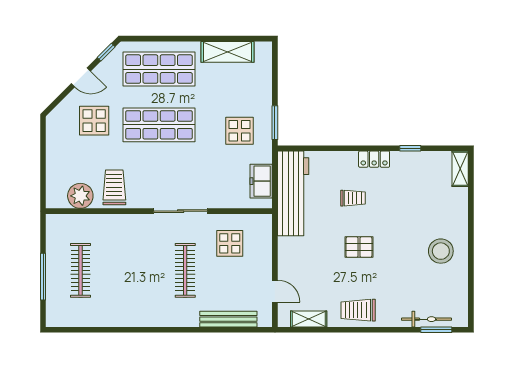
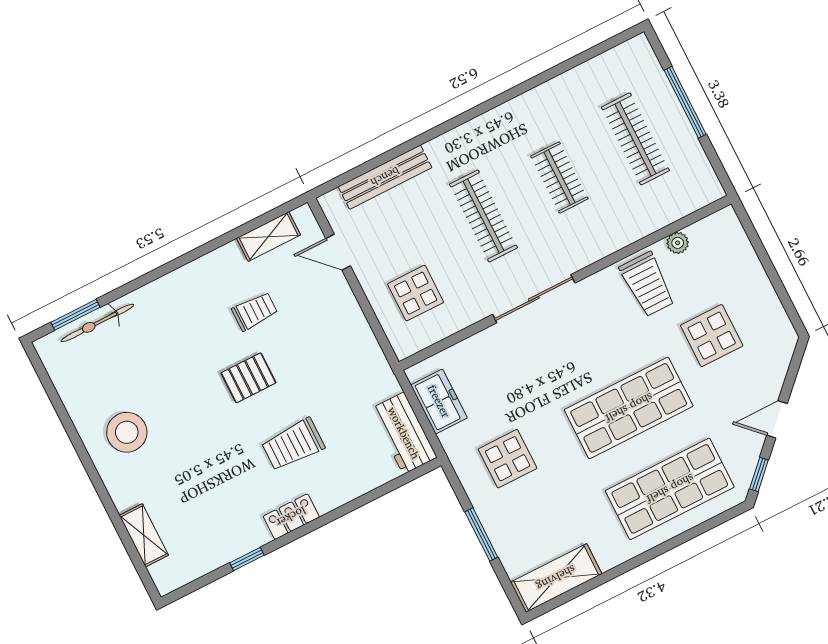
shelving: (228, 52) -> (556, 578), moved
display table: (94, 121) -> (712, 336), moved
window: (275, 123) -> (481, 534), moved
shelving: (460, 169) -> (144, 535), moved
workbench: (293, 193) -> (404, 433), width x0.53, depth x0.76
plant: (80, 196) -> (678, 243), width x0.53, depth x0.53
trolley: (353, 198) -> (293, 445), width x1.36, depth x1.39
display table: (230, 243) -> (416, 293), moved
clothes rail: (133, 270) -> (559, 177), added
trolley: (358, 310) -> (255, 311), moved, width x0.73, depth x0.72

